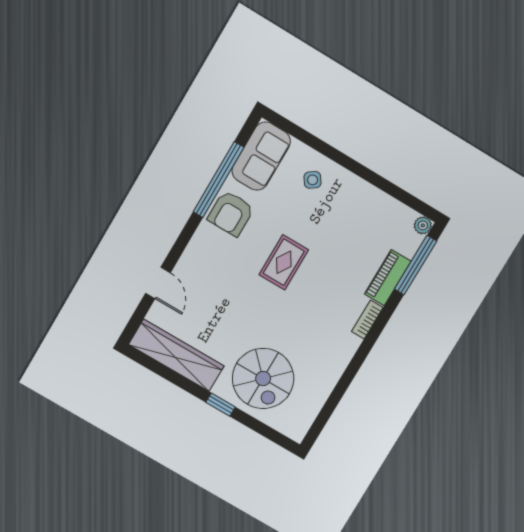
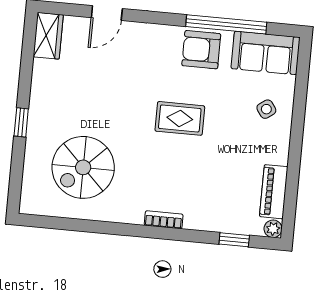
window: (416, 265) -> (234, 240), width x0.46
piano: (388, 278) -> (274, 192), moved, turned -90
wardrobe: (176, 355) -> (48, 36), width x0.48, depth x0.85
spiral stairs: (263, 379) -> (83, 167), moved

